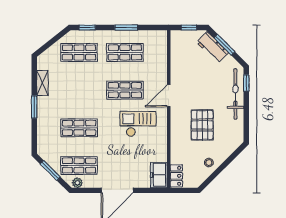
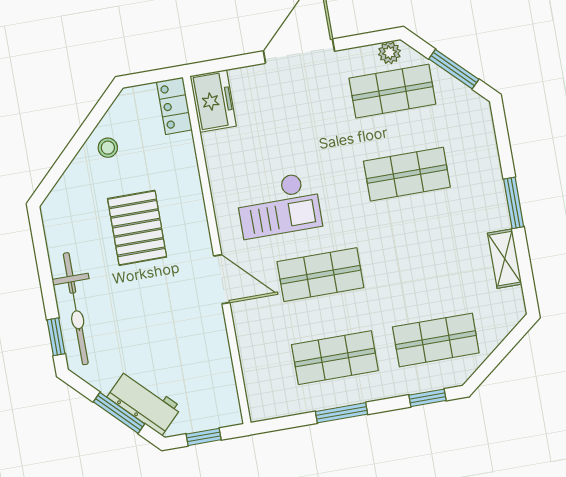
door: (169, 96) -> (222, 279), hinge flipped

